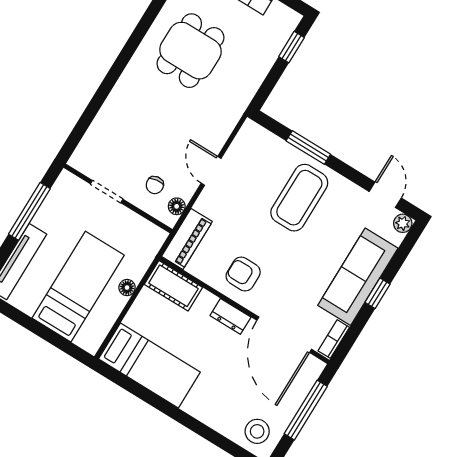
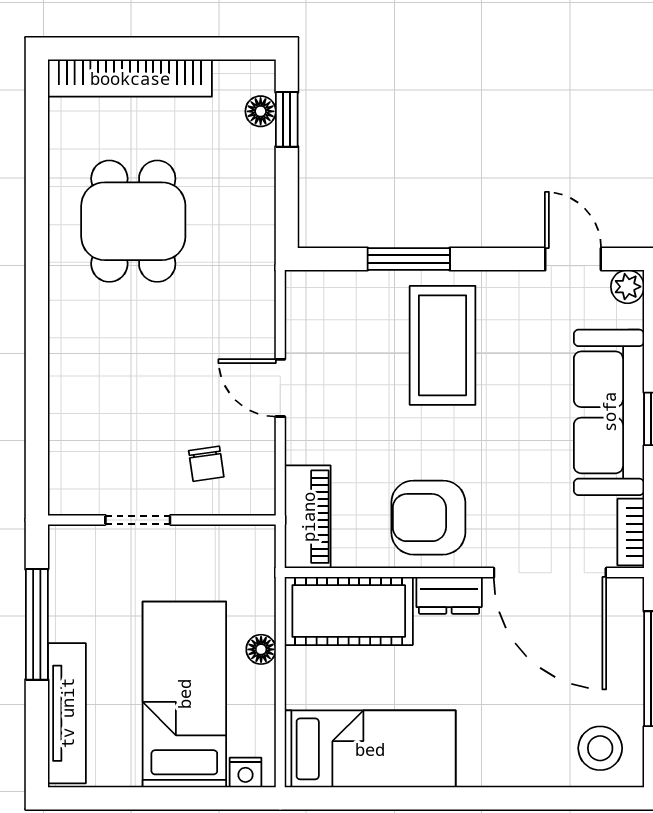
floor lamp: (177, 206) -> (261, 111), moved
armchair: (243, 274) -> (428, 518), width x1.38, depth x1.38
cot: (173, 286) -> (349, 611), width x1.37, depth x1.34
nightstand: (84, 341) -> (245, 772), added

